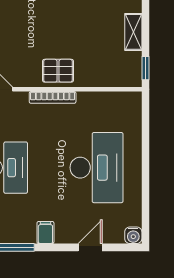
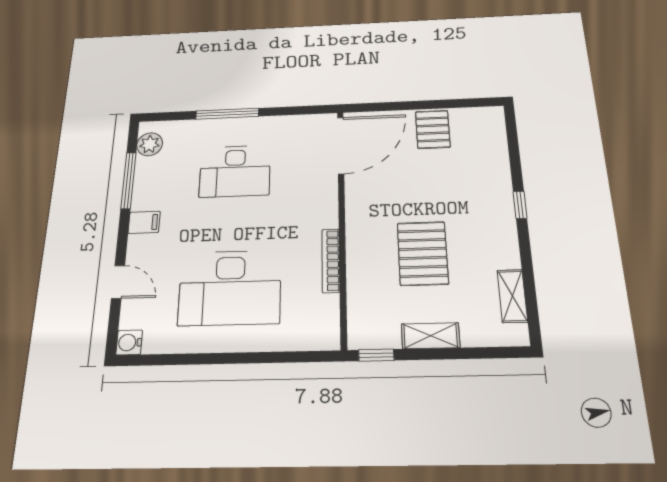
pallet: (58, 71) -> (423, 253), moved, width x1.50, depth x1.42
bookcase: (53, 97) -> (331, 261), moved

